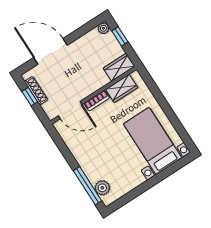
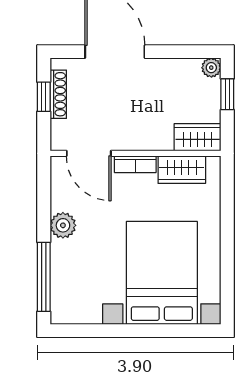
bed with nightstands: (153, 141) -> (162, 273), width x1.36
plant: (102, 188) -> (63, 225), moved

